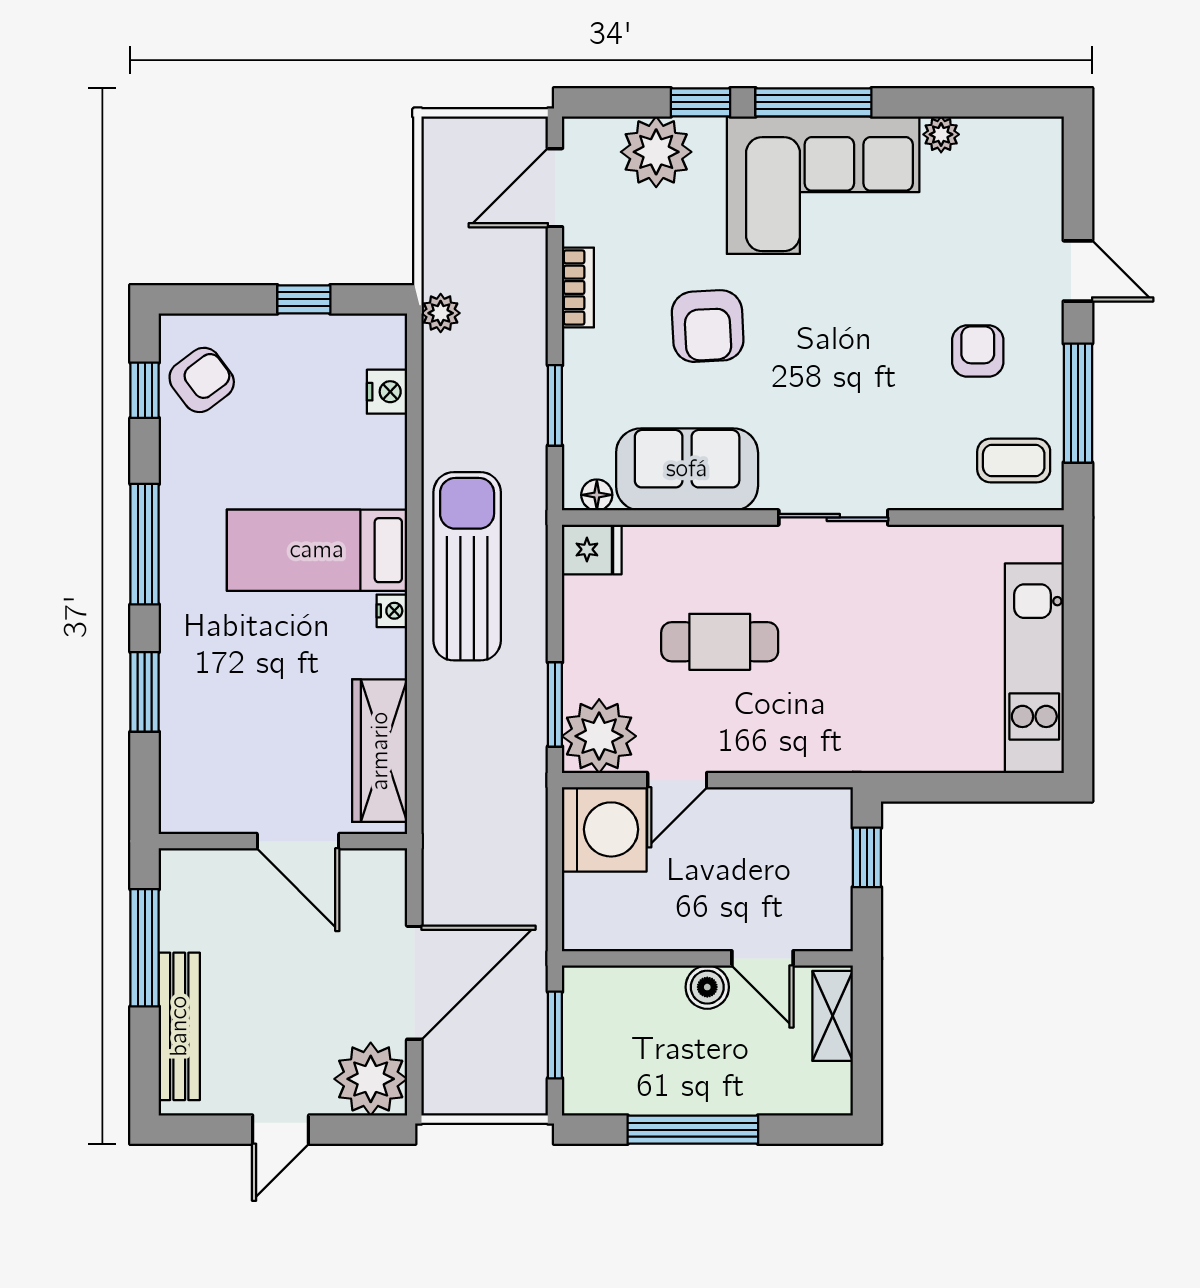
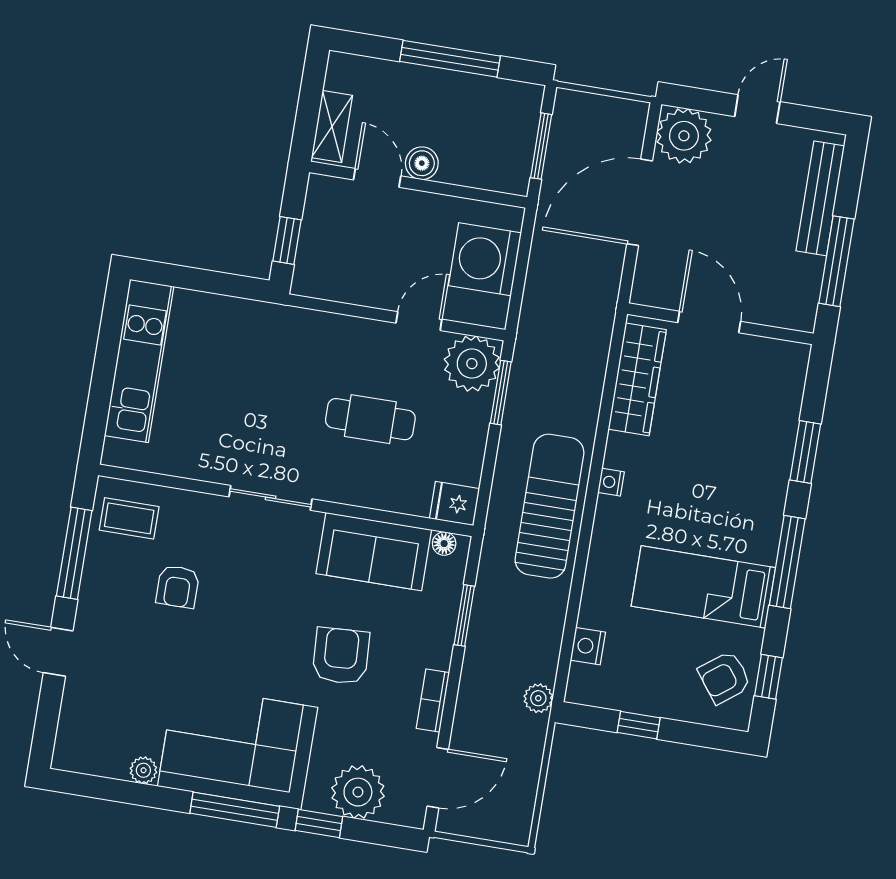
armchair: (978, 351) -> (178, 587), moved
bed: (317, 550) -> (703, 587), moved, turned 180
sun lounger: (467, 566) -> (550, 506), turned 180
washing machine: (604, 829) -> (485, 259), moved

